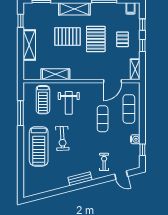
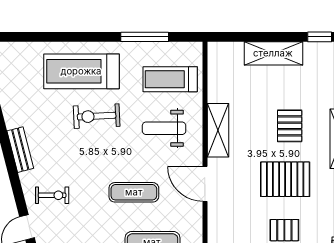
pallet: (67, 37) -> (290, 126), width x0.67, depth x0.71
shelving: (55, 74) -> (218, 130), moved
door: (112, 81) -> (205, 184), moved

